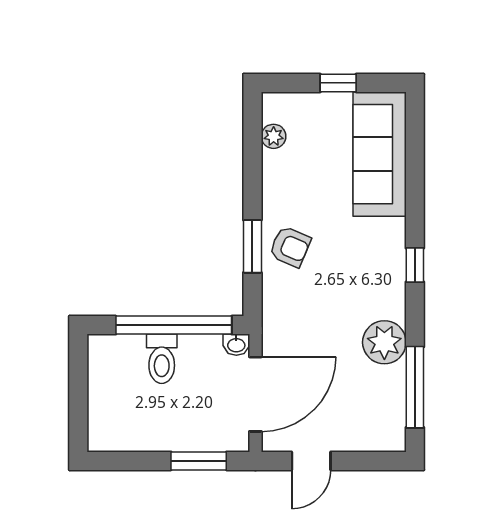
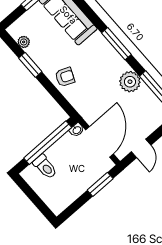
window: (252, 246) -> (30, 65), moved
window: (415, 265) -> (116, 44), width x2.17
toilet: (162, 359) -> (45, 167), moved

